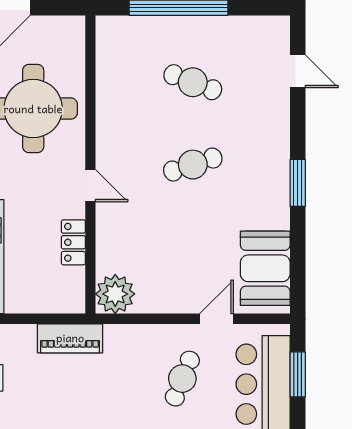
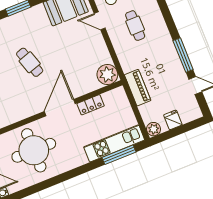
door: (90, 186) -> (60, 108), width x1.87
cafe table: (182, 379) -> (135, 26), turned 68

